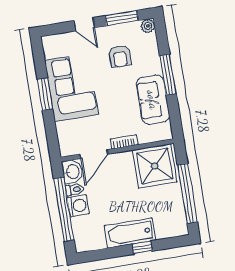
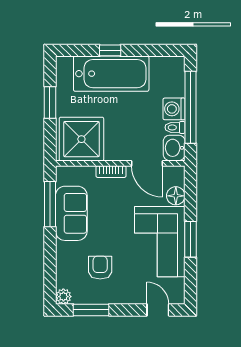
door: (84, 24) -> (158, 310), moved
window: (168, 75) -> (50, 204), moved
floor lamp: (64, 130) -> (176, 196), added
door: (94, 154) -> (147, 163), swing flipped
window: (187, 193) -> (50, 102), width x0.47
bathtub: (130, 233) -> (111, 74), width x1.36, depth x1.36

